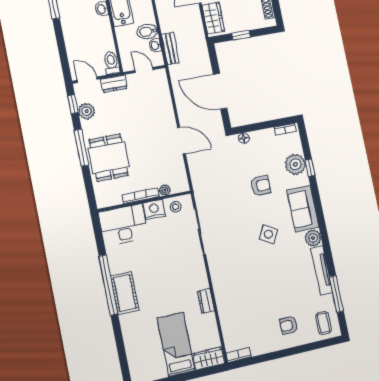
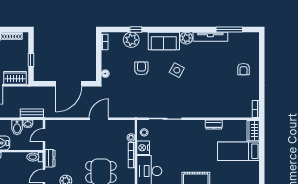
coffee table: (324, 323) -> (248, 43), removed

